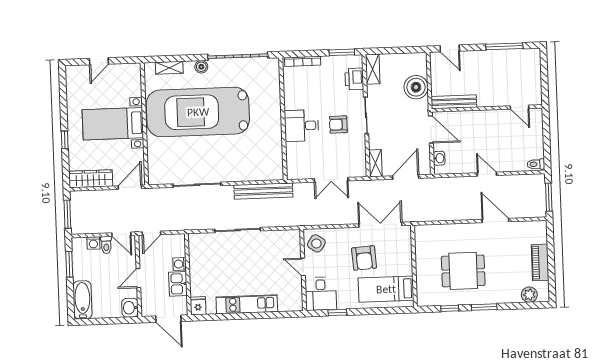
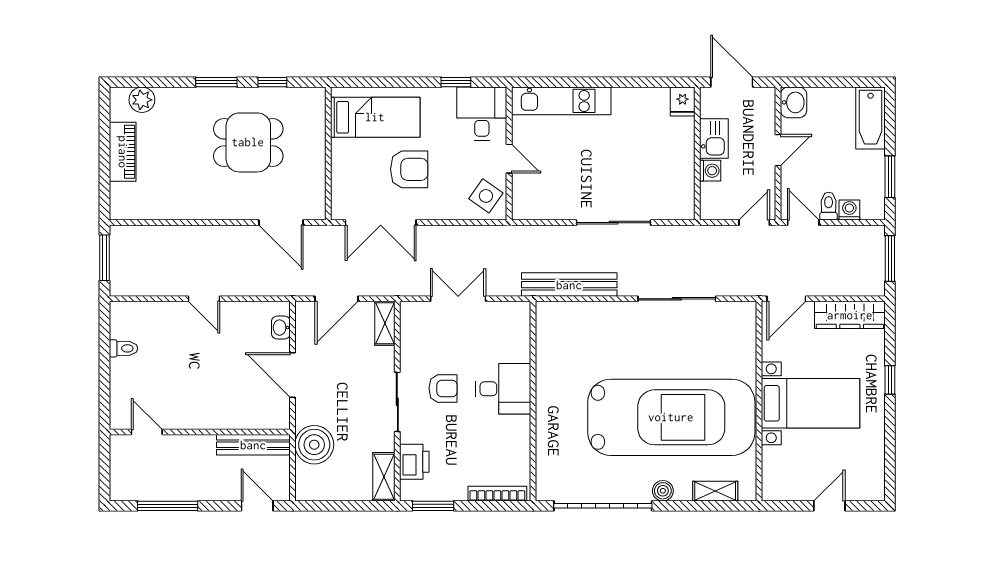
bench: (454, 102) -> (253, 445), moved
door: (519, 107) -> (147, 432), moved
wall: (487, 108) -> (200, 432), moved
toilet: (536, 164) -> (123, 348), moved
door: (495, 221) -> (281, 223), moved
armchair: (364, 258) -> (409, 169), turned 94
kitchen unit: (247, 304) -> (561, 101), moved

